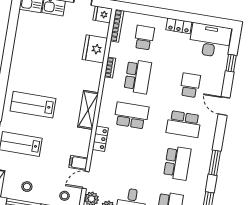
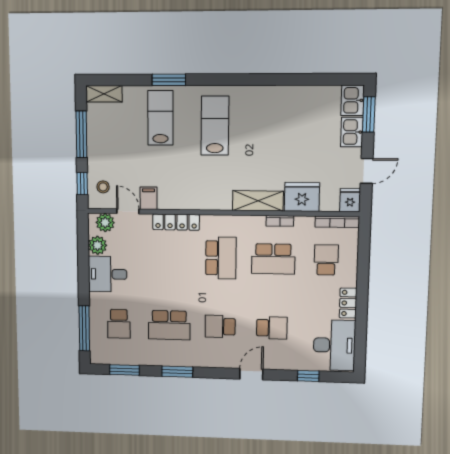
school desk: (144, 38) -> (326, 260), turned -90
shelving: (88, 110) -> (258, 201), moved
school desk: (184, 124) -> (220, 327), width x0.54
locker: (100, 139) -> (176, 222), width x1.53
stool: (27, 187) -> (106, 135), removed

